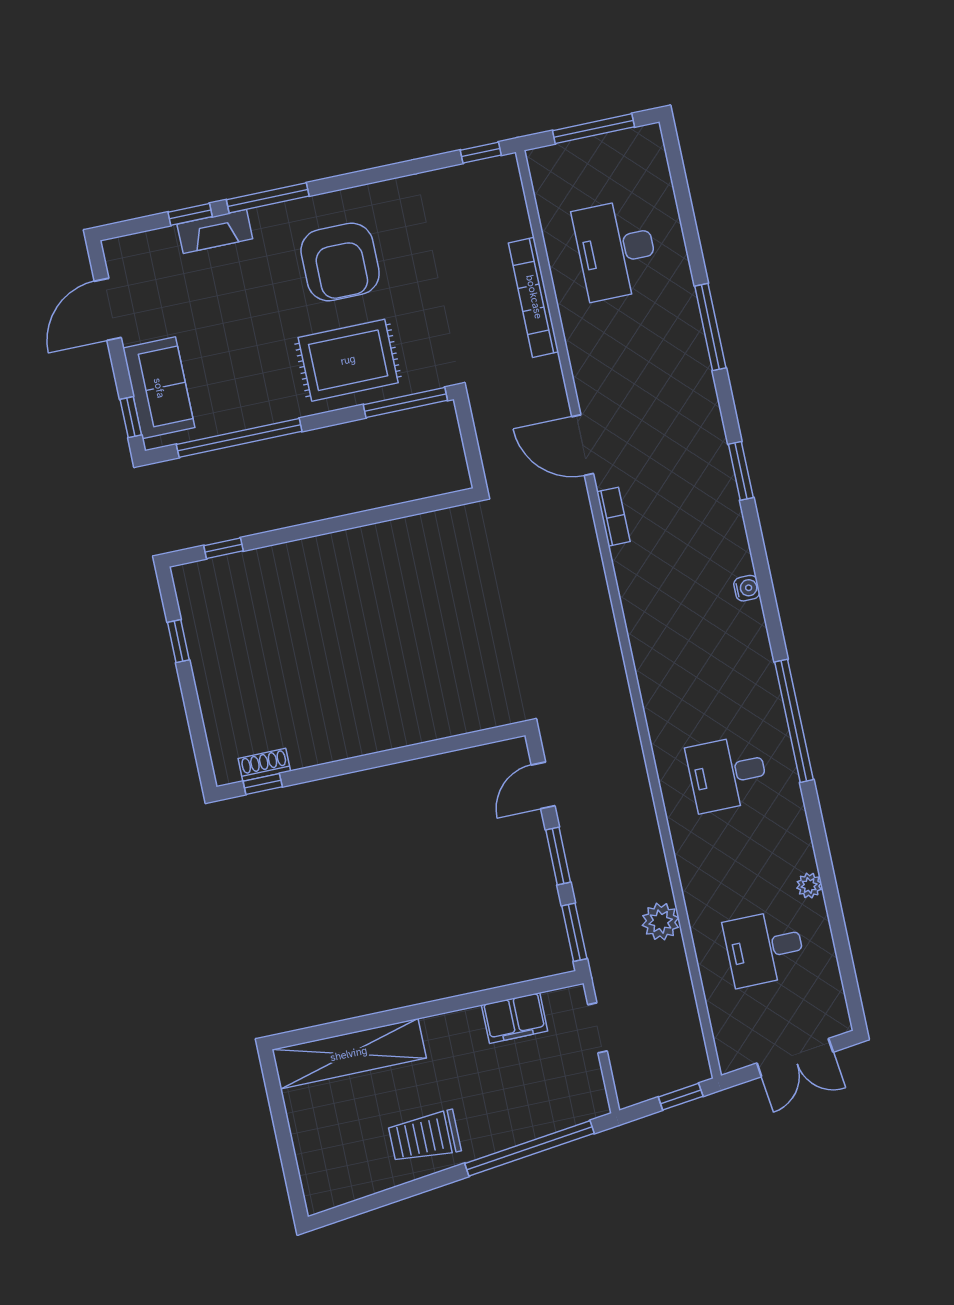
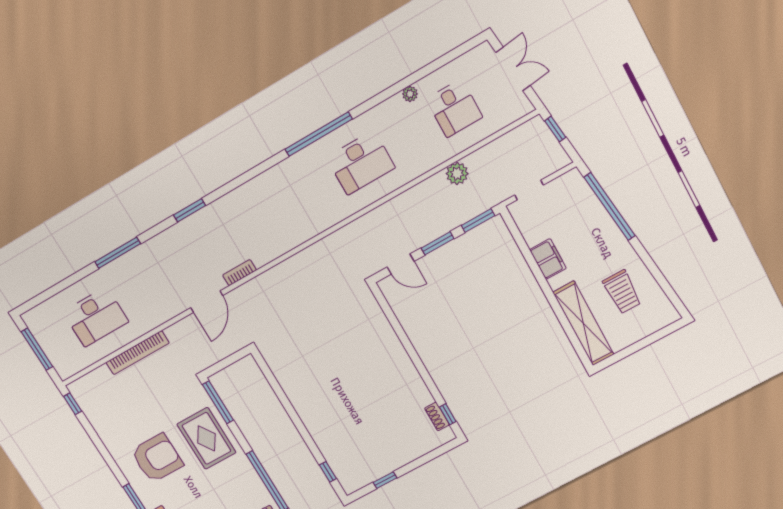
water cooler: (747, 588) -> (253, 186), removed
desk: (727, 774) -> (361, 163), width x1.37
filing cabinet: (515, 1018) -> (548, 259), moved
trolley: (424, 1137) -> (622, 292), moved

